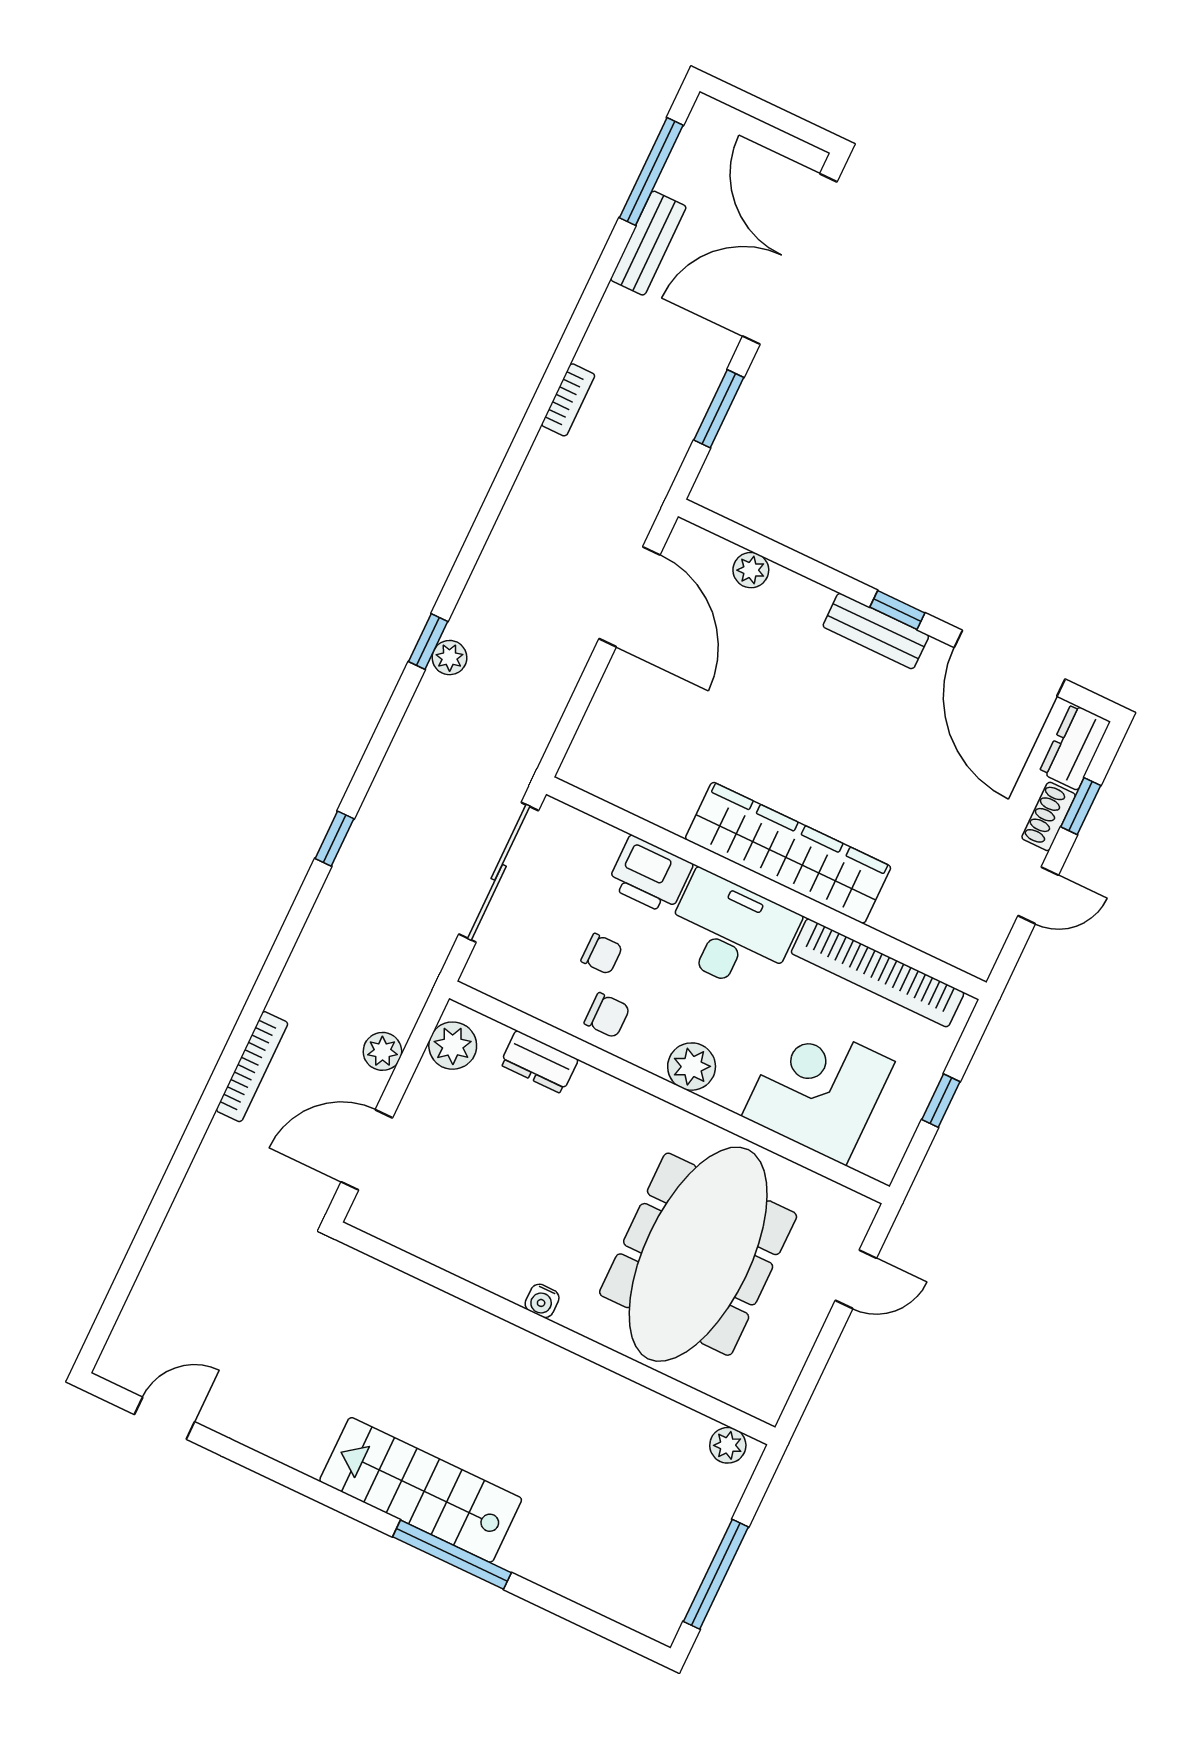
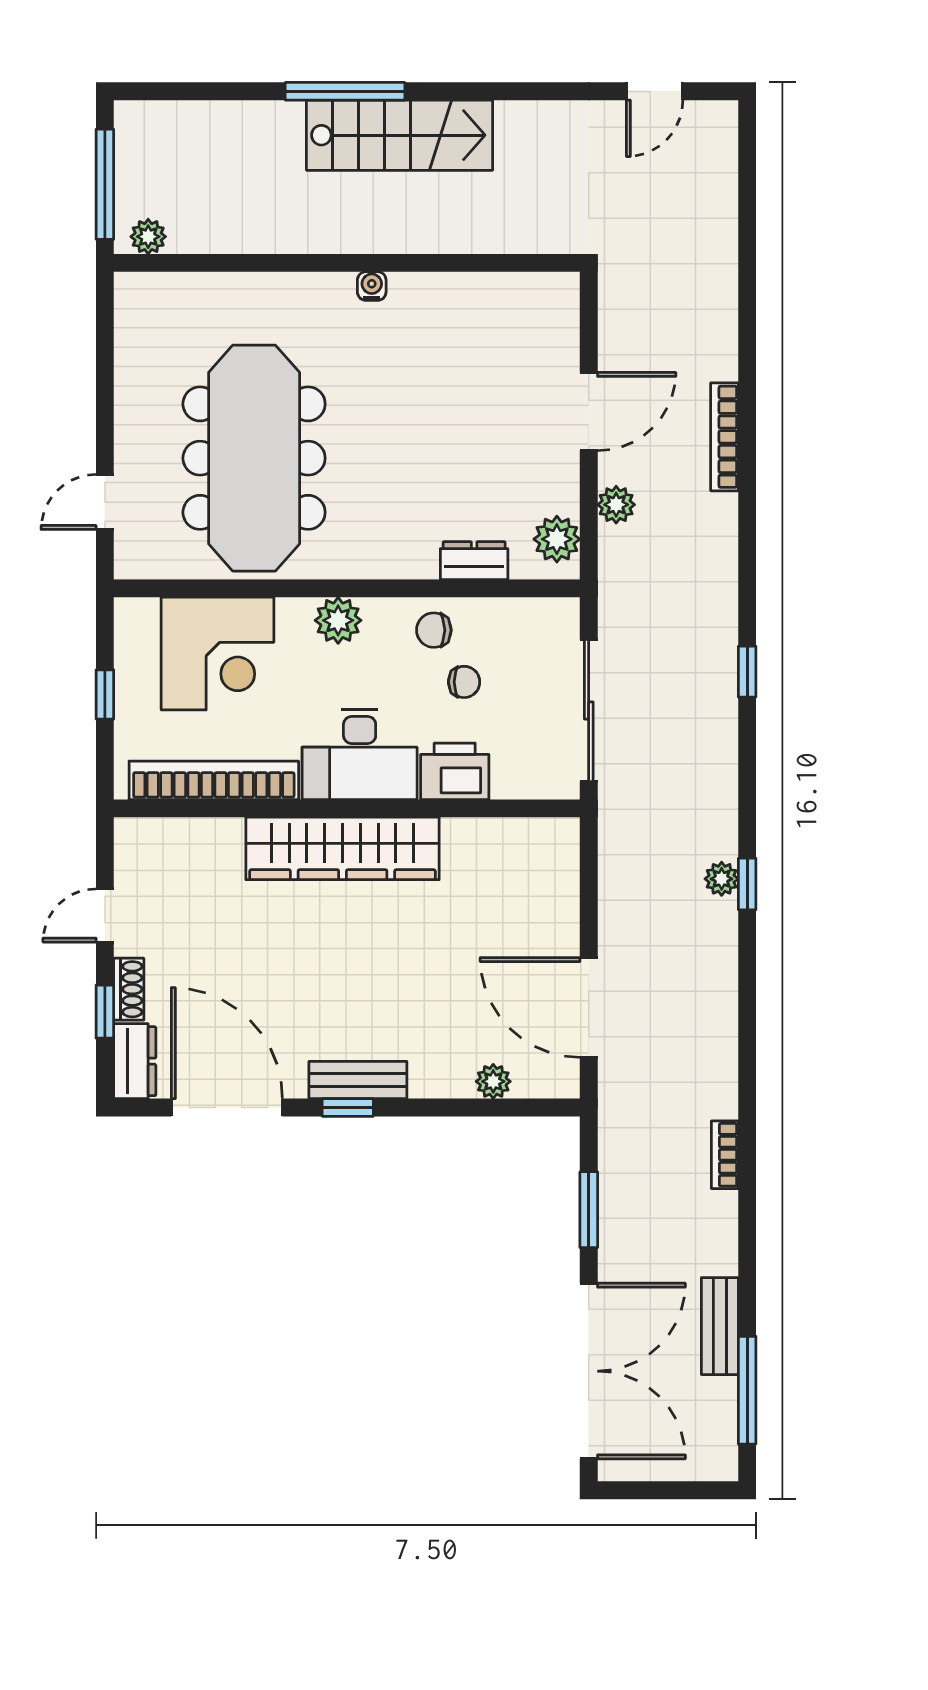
chair: (602, 954) -> (464, 682), turned 180
water cooler: (542, 1301) -> (372, 286), moved
wall: (555, 1333) -> (347, 263), moved
plant: (728, 1445) -> (148, 237), moved

